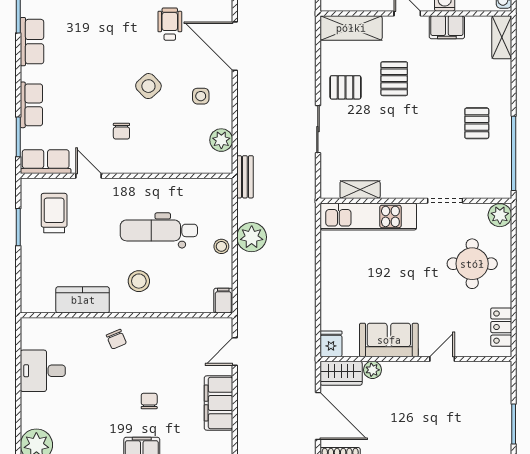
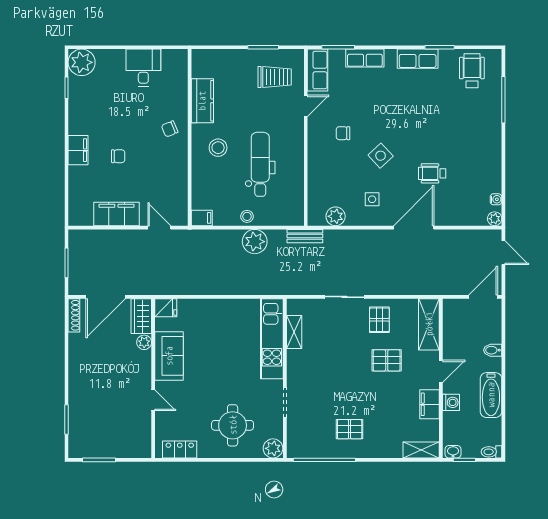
wheelchair: (170, 24) -> (432, 173), turned 180

